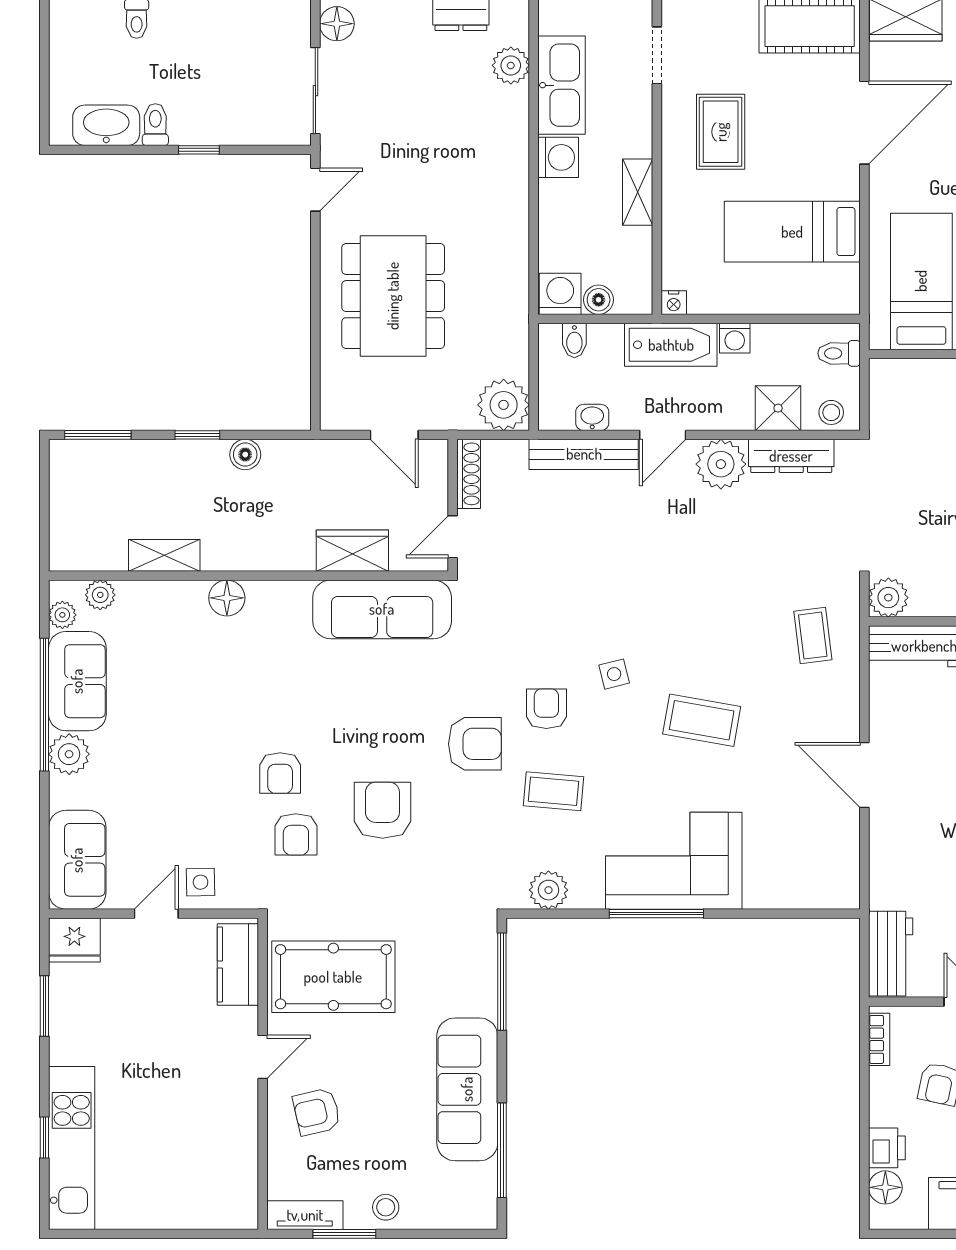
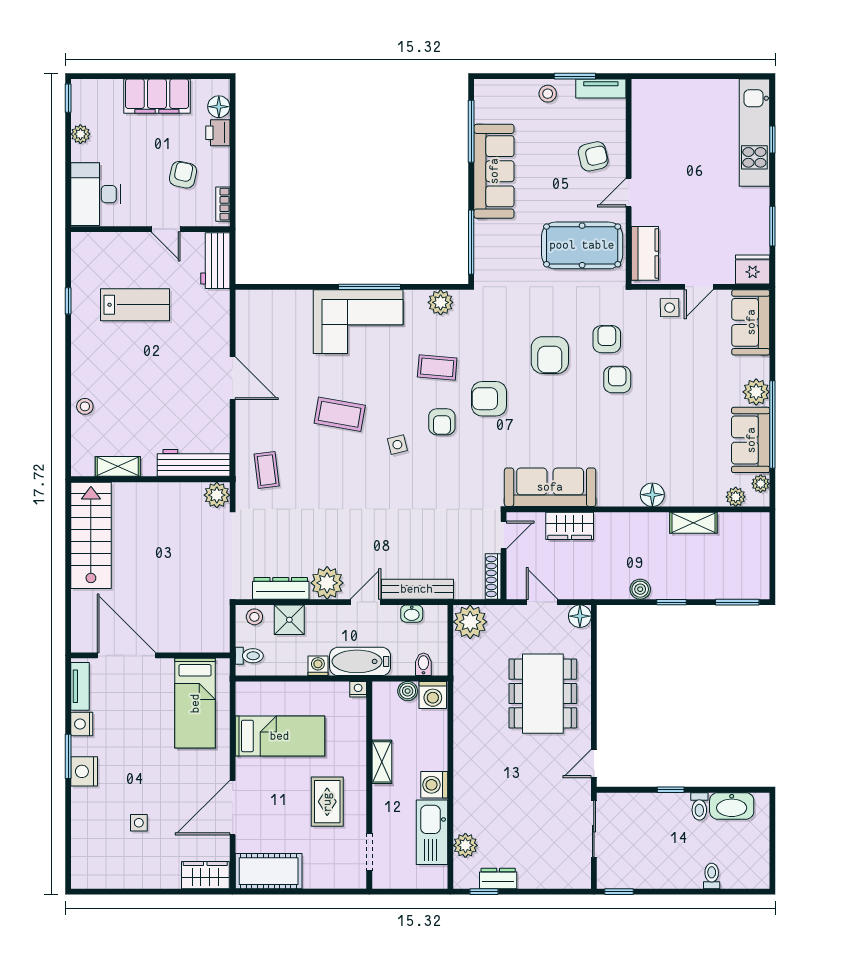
floor lamp: (337, 24) -> (580, 616), moved

